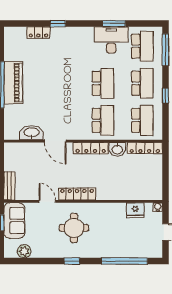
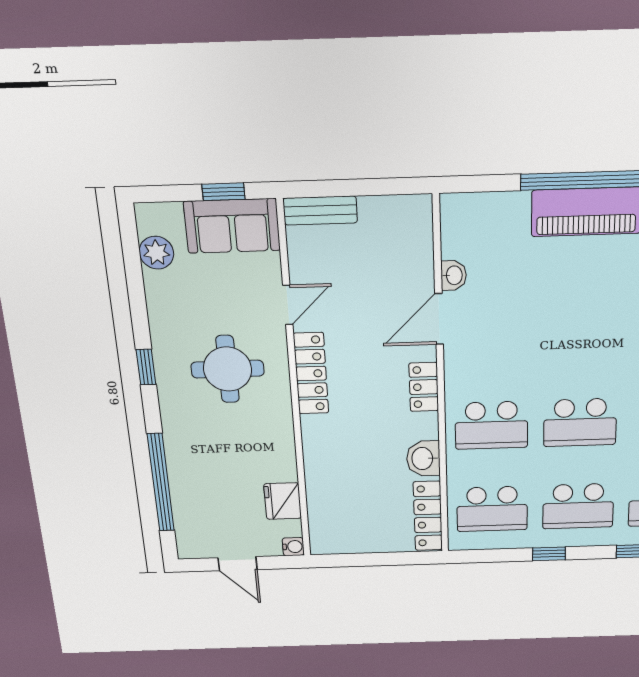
washbasin: (32, 133) -> (454, 275), width x0.52, depth x0.69
locker: (91, 148) -> (424, 387), width x0.66

